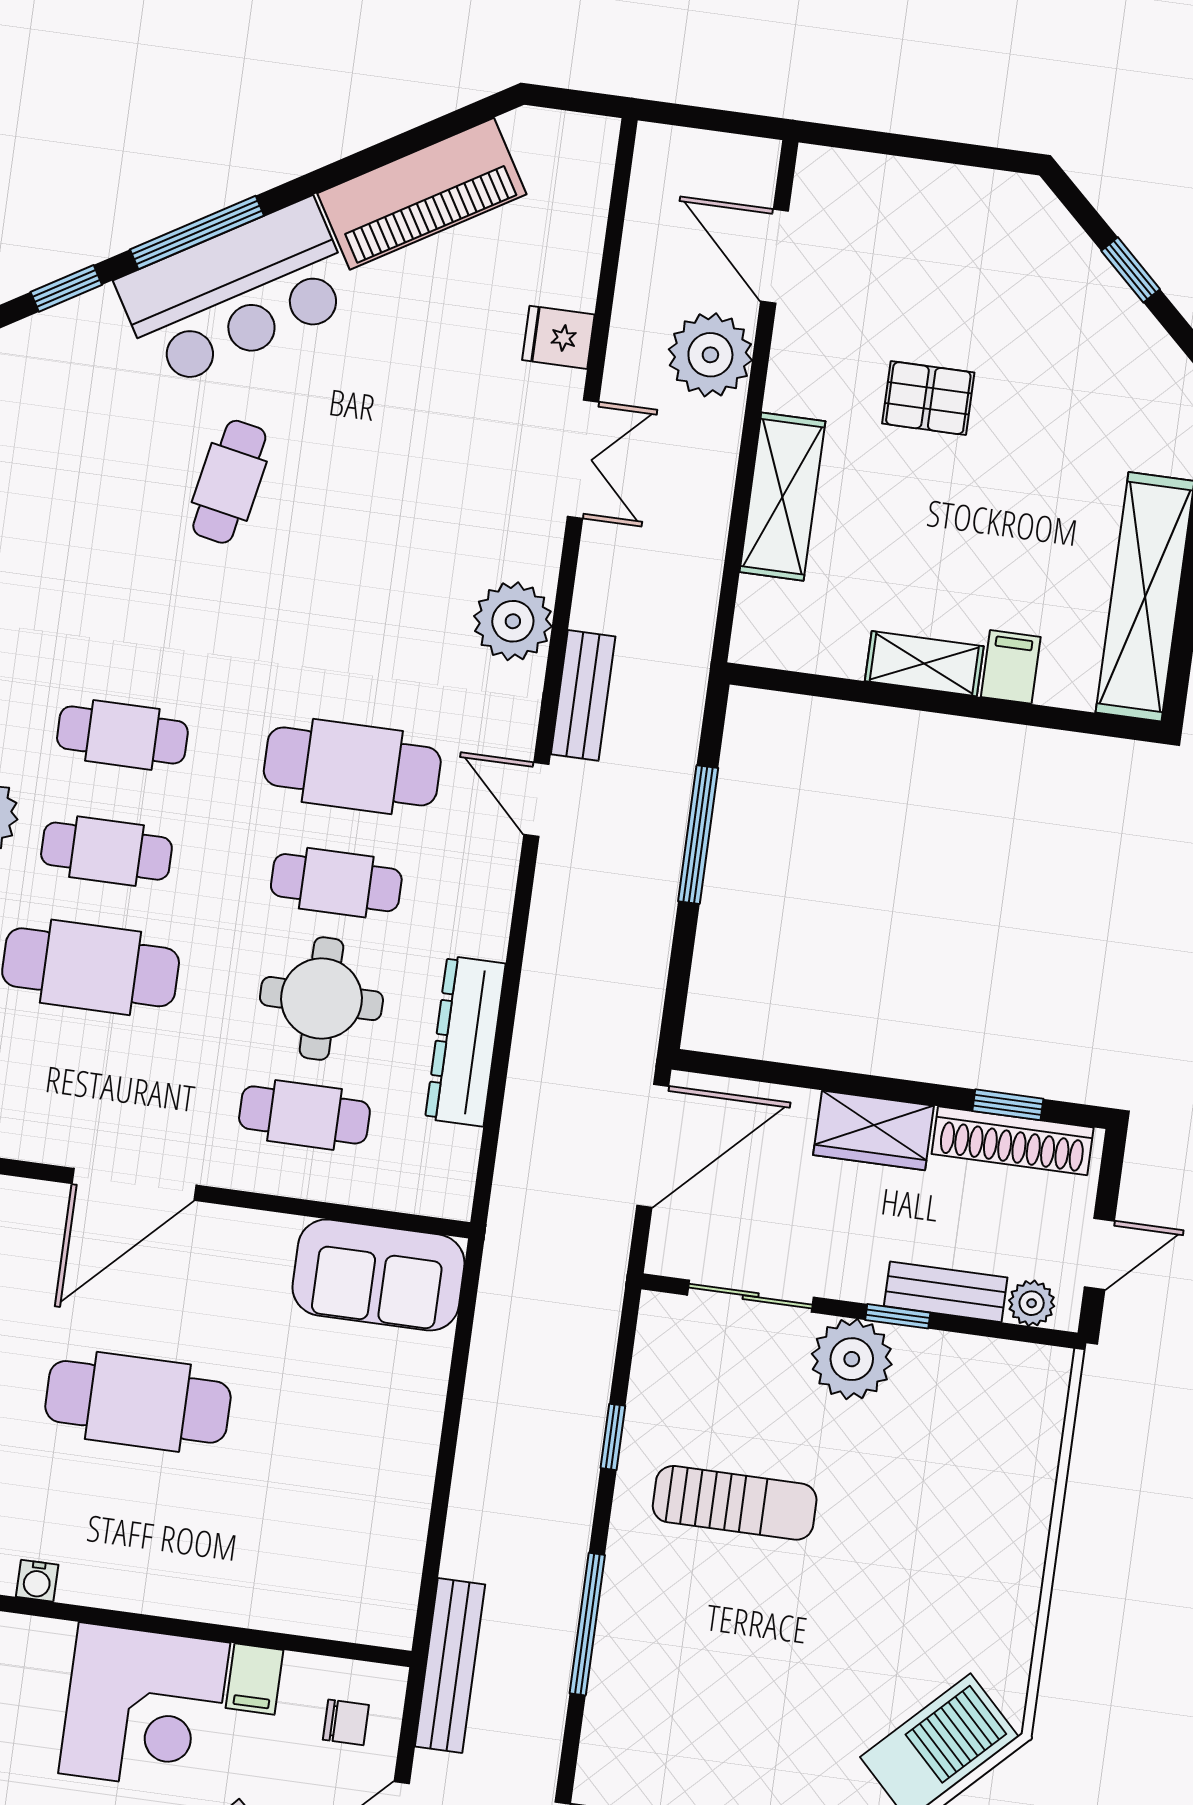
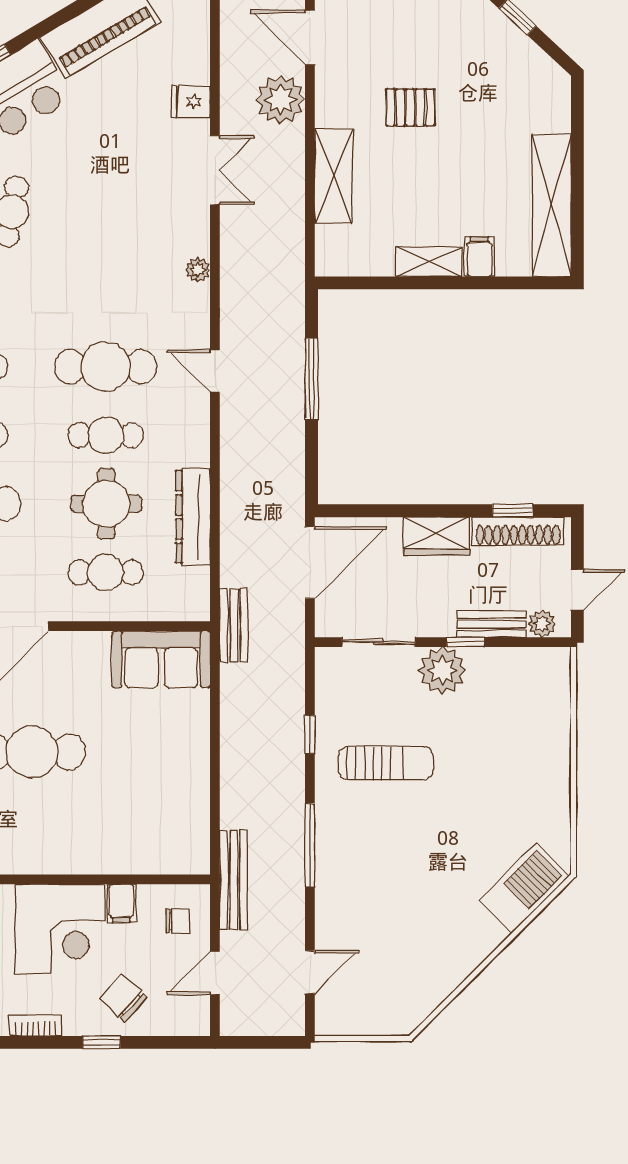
plant: (513, 621) -> (198, 270), width x0.53, depth x0.53
bench: (583, 695) -> (234, 625), moved

